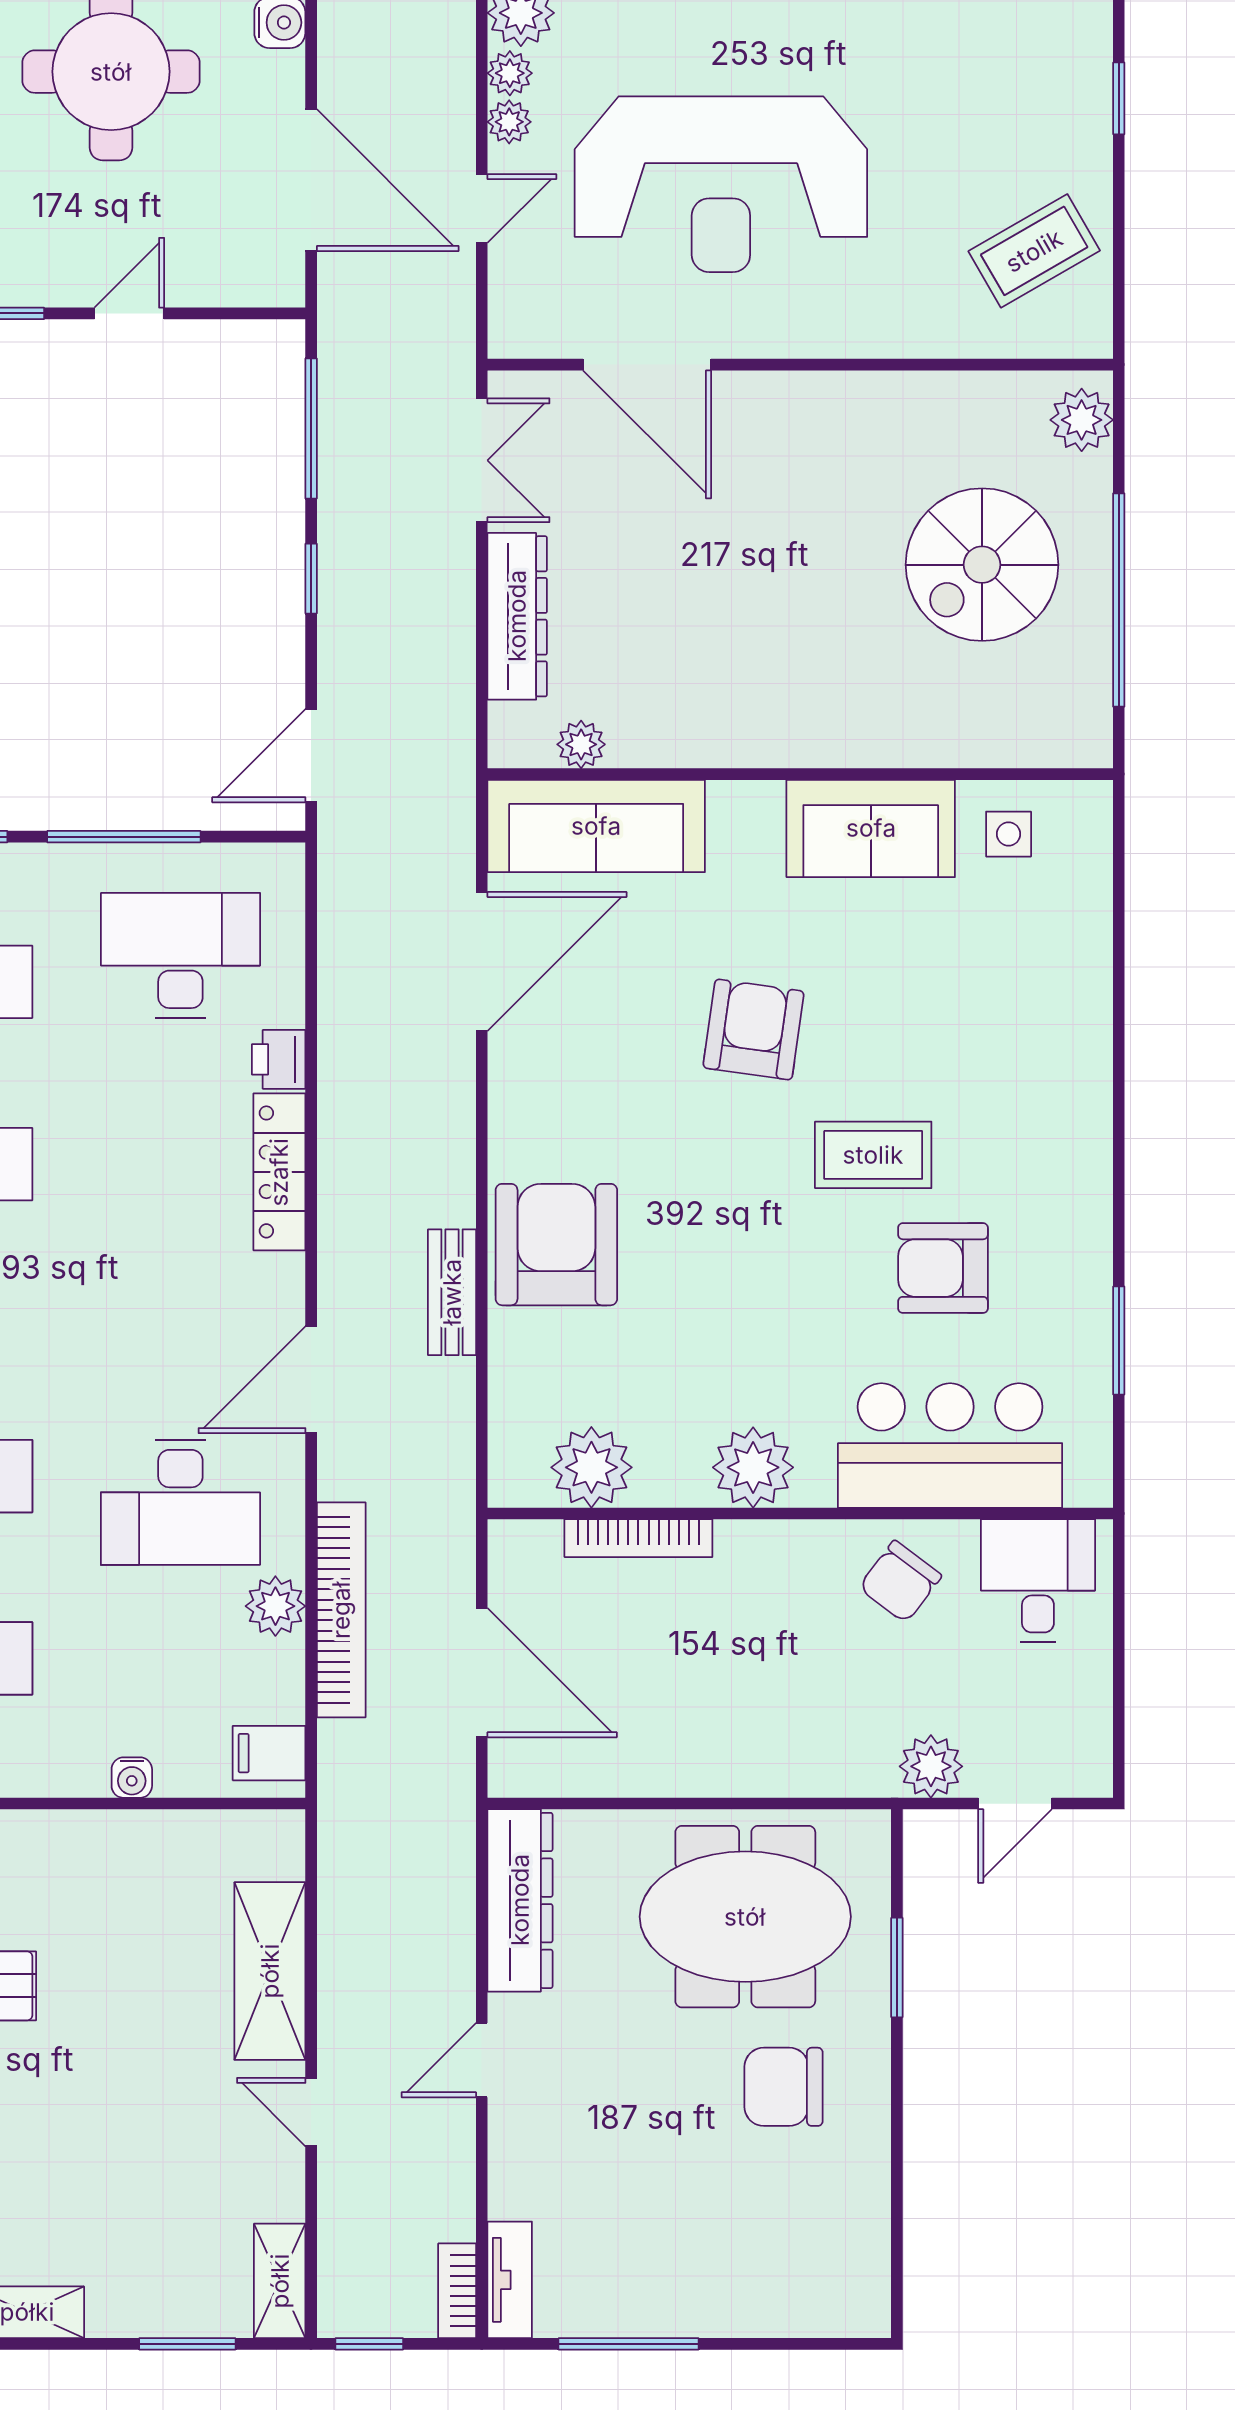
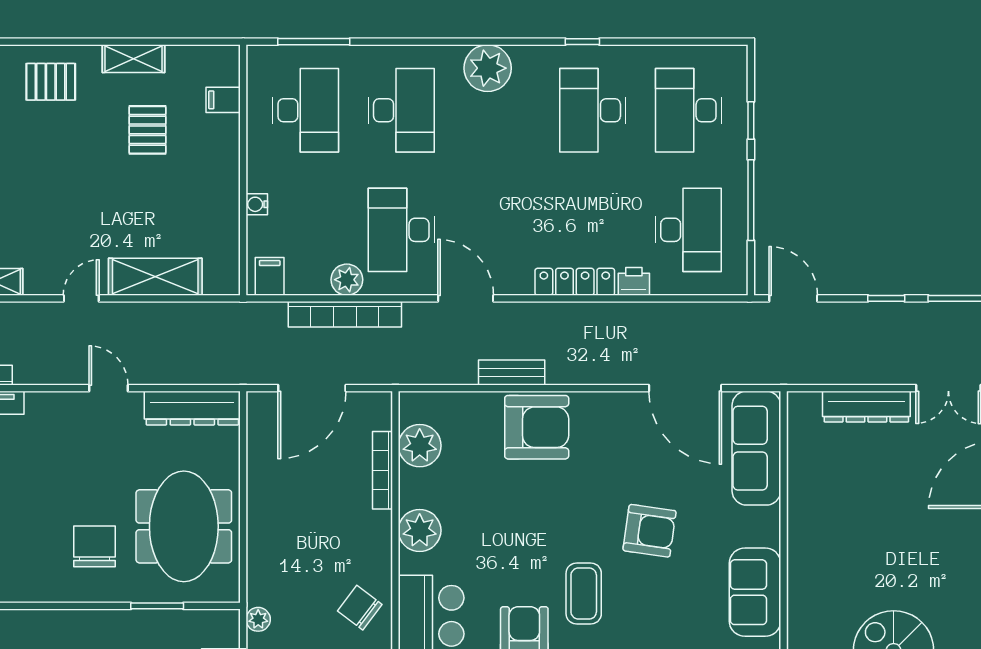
plant: (581, 744) -> (799, 440), removed
plant: (931, 1766) -> (258, 619), width x0.73, depth x0.73

